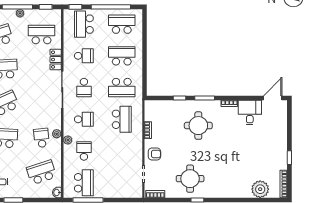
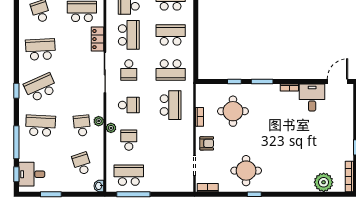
school desk: (84, 56) -> (129, 35), width x1.85
round table: (198, 126) -> (233, 111), moved
school desk: (41, 172) -> (82, 164), width x0.54
school desk: (84, 183) -> (129, 175), turned -90

